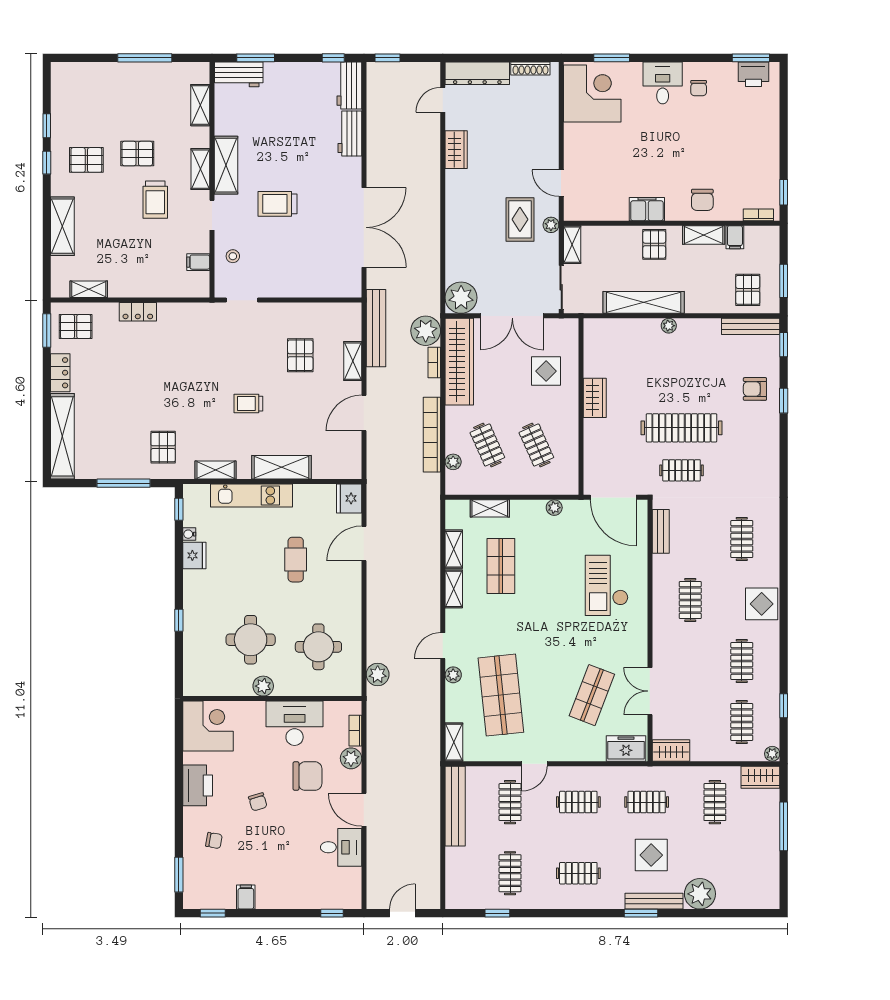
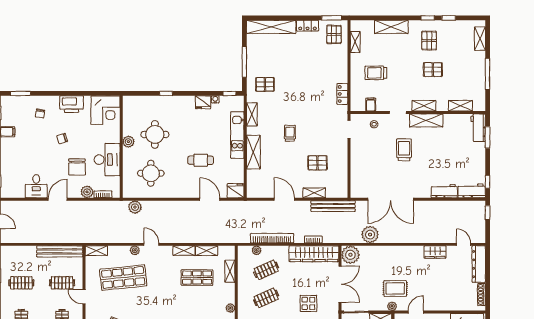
shelving: (83, 71) -> (480, 39), added
pallet: (137, 154) -> (433, 70), turned 90
trolley: (155, 200) -> (376, 73), moved
locker: (138, 312) -> (342, 94), moved
double door: (512, 316) -> (340, 284), swing flipped
plant: (426, 331) -> (370, 235), moved

